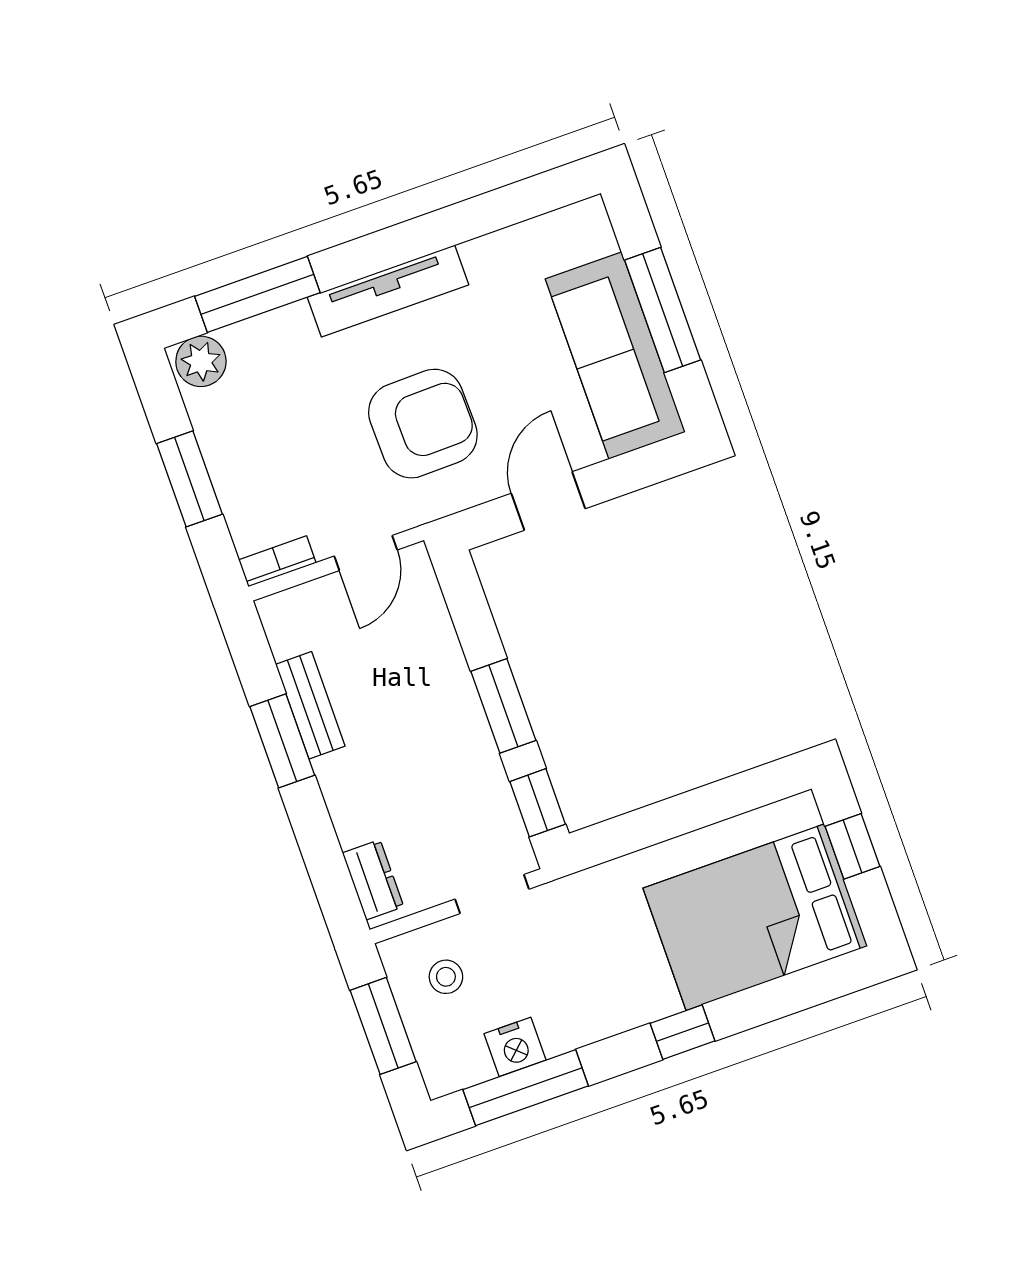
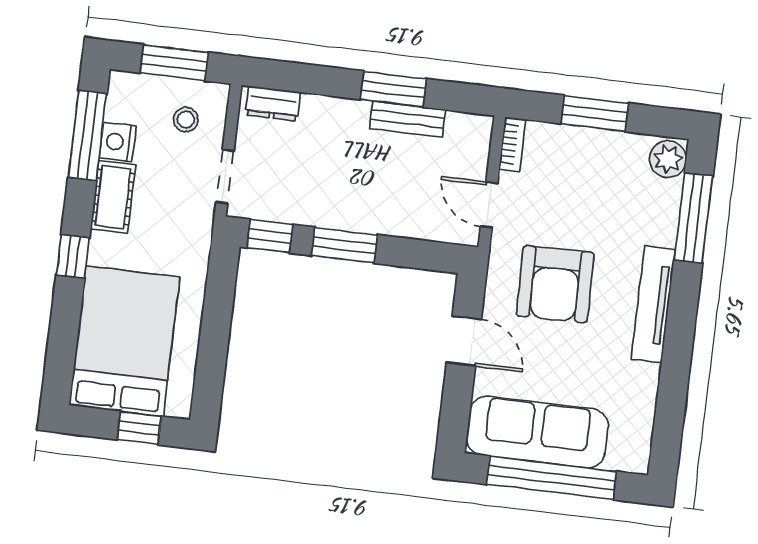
window: (663, 310) -> (552, 478), width x1.46
cot: (586, 1019) -> (113, 197), added

